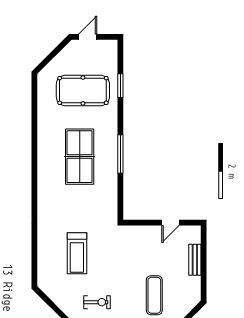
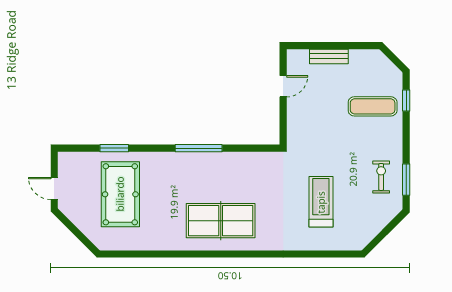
table tennis table: (80, 157) -> (221, 221), moved
door: (171, 223) -> (283, 86), hinge flipped
treadmill: (77, 253) -> (321, 202), turned -90

